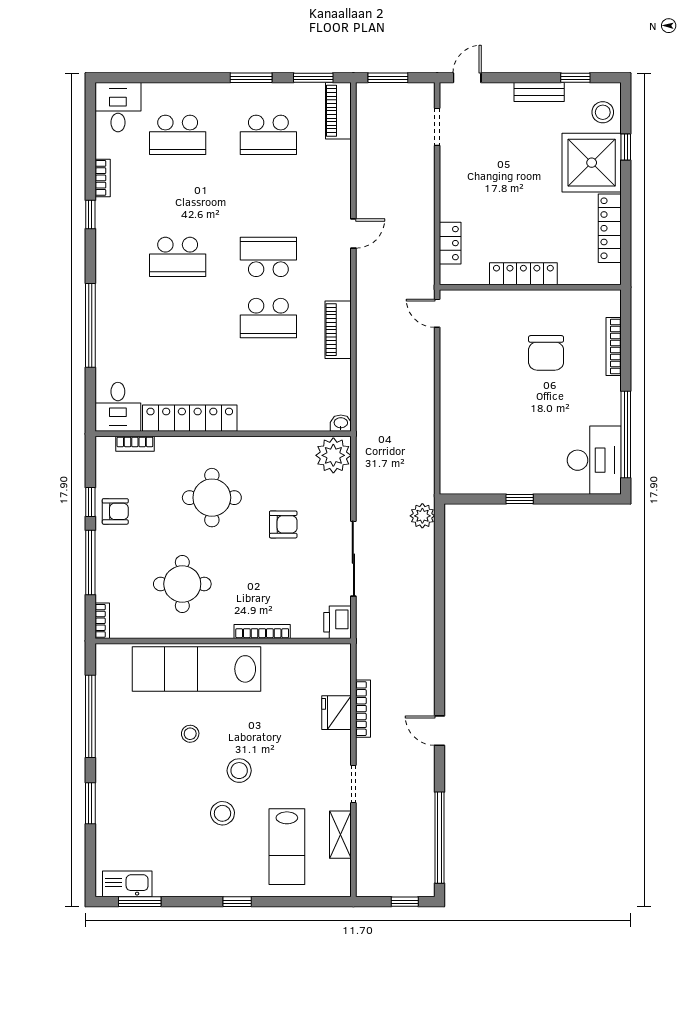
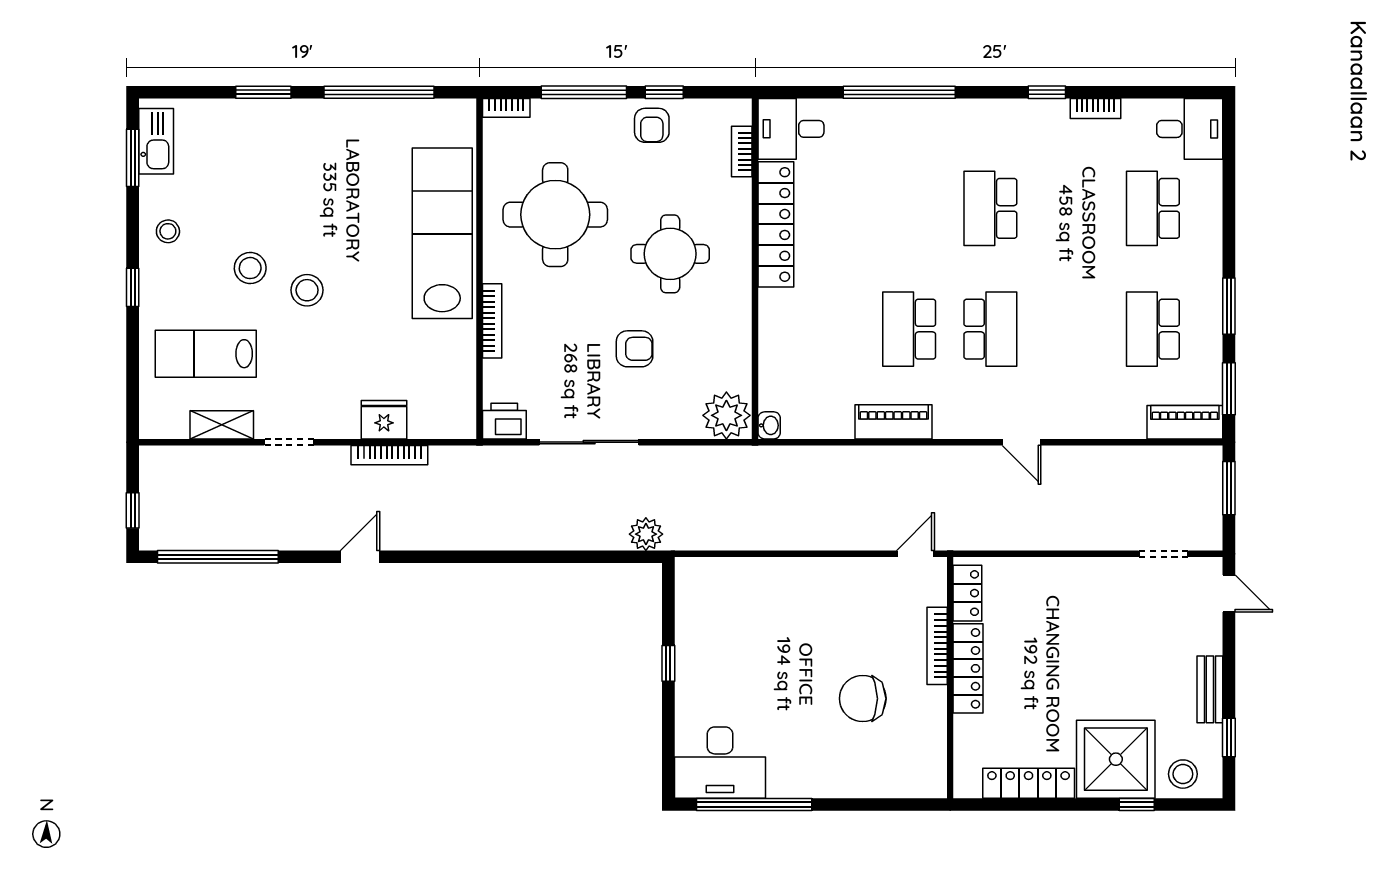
locker: (450, 243) -> (967, 593), moved, turned -90
bookcase: (614, 347) -> (937, 646), moved, turned -90
armchair: (283, 524) -> (635, 349), turned -90
round table: (182, 584) -> (555, 215), width x1.36, depth x1.36
stool: (190, 734) -> (168, 231), moved

